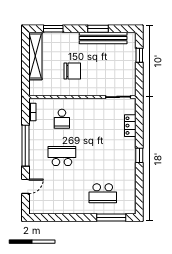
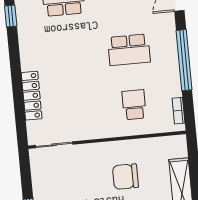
locker: (130, 126) -> (32, 96), width x1.53
window: (139, 155) -> (11, 16), moved

